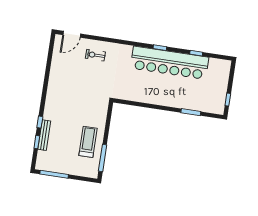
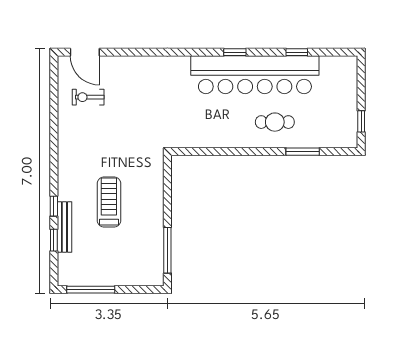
door: (72, 34) -> (85, 52), hinge flipped
exercise bike: (95, 55) -> (88, 97), moved
cafe table: (177, 92) -> (275, 122), added
treadmill: (88, 142) -> (109, 202), moved

